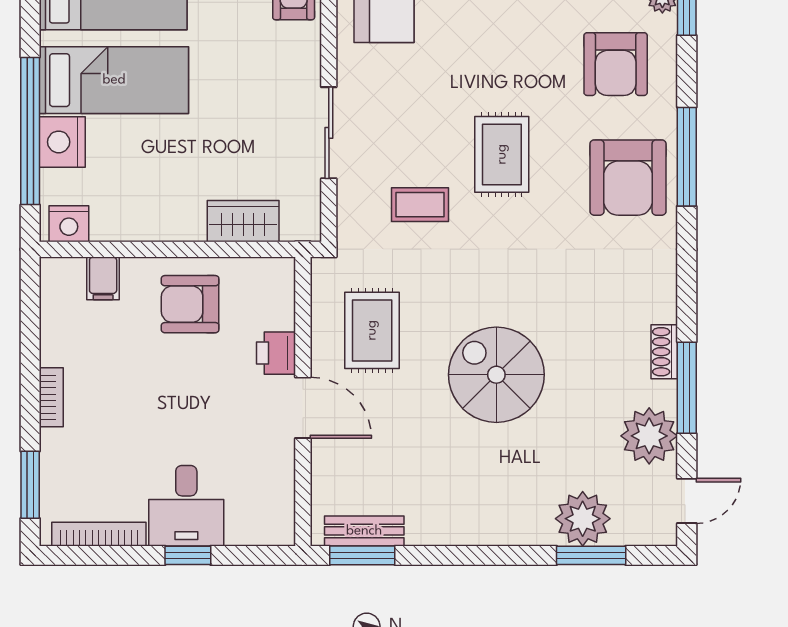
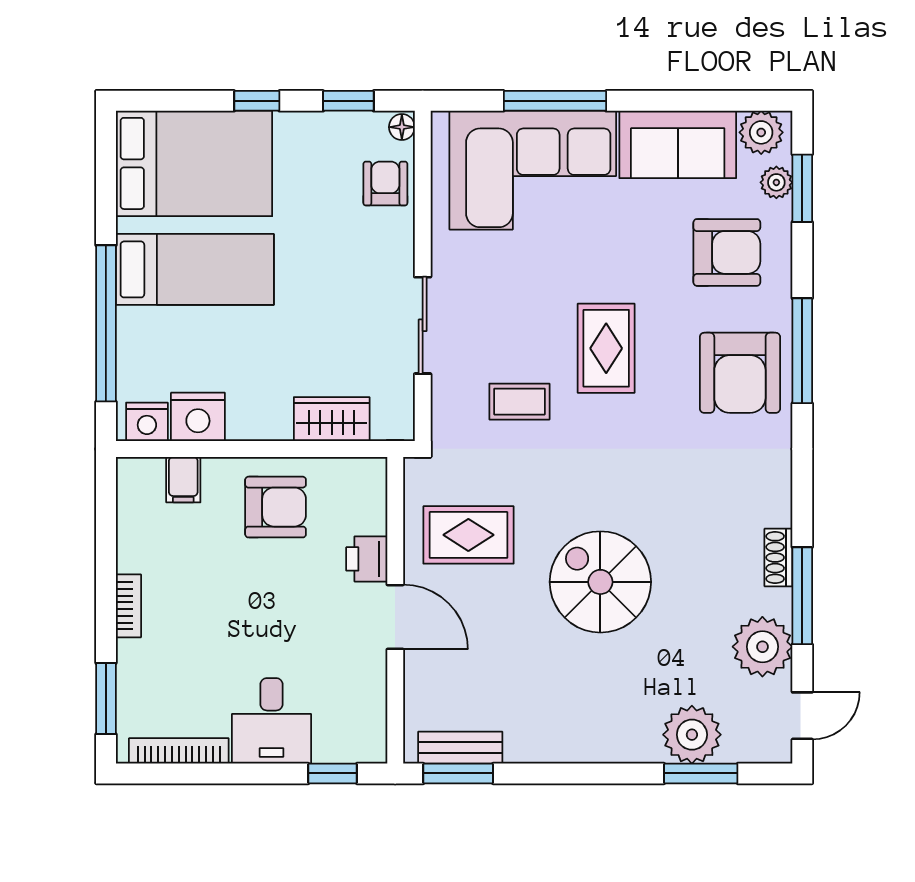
armchair: (616, 64) -> (727, 252), turned -90
nightstand: (62, 142) -> (198, 417), moved, turned -90
armchair: (190, 304) -> (276, 507), turned 180
rug: (372, 330) -> (468, 535), turned 90
window: (188, 555) -> (333, 773), moved

